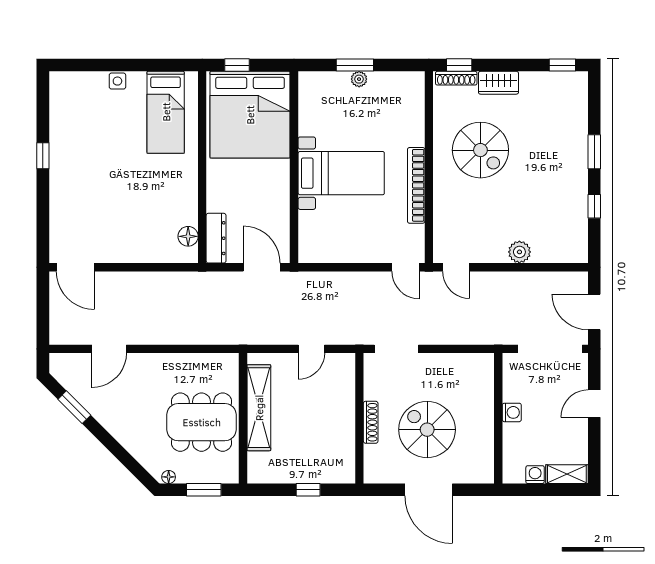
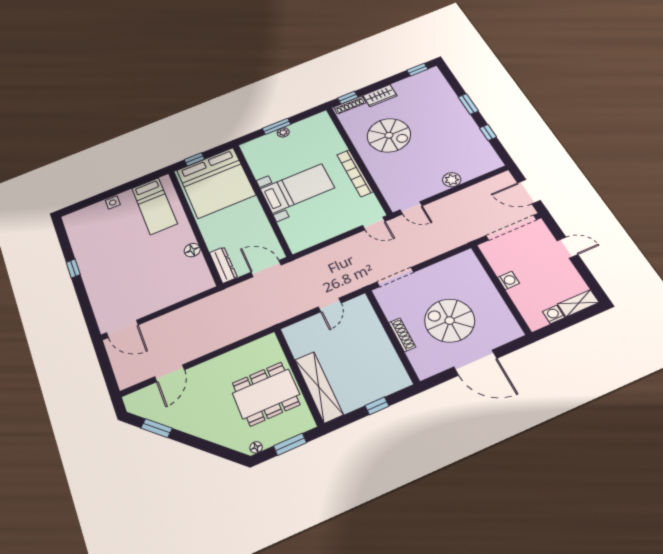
floor lamp: (188, 236) -> (192, 250), moved
door: (594, 404) -> (568, 248), swing flipped
shelving: (259, 408) -> (319, 387), moved

